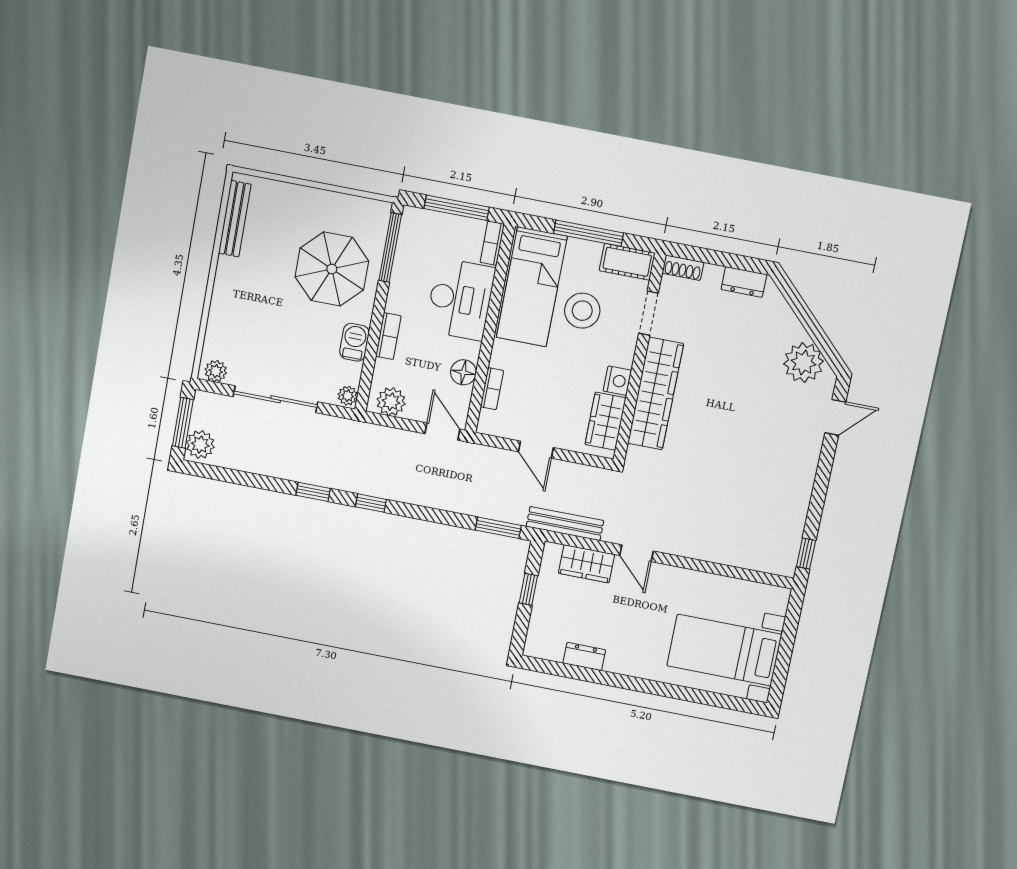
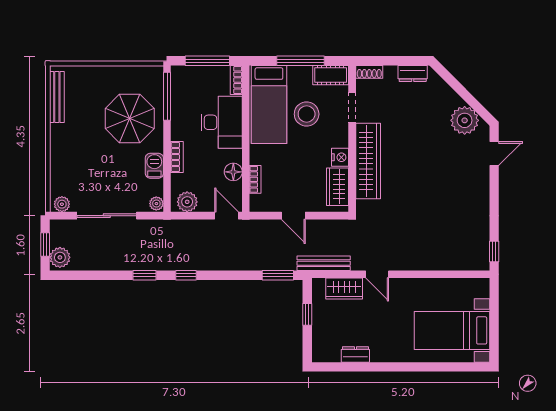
window: (183, 423) -> (45, 245), width x0.67

